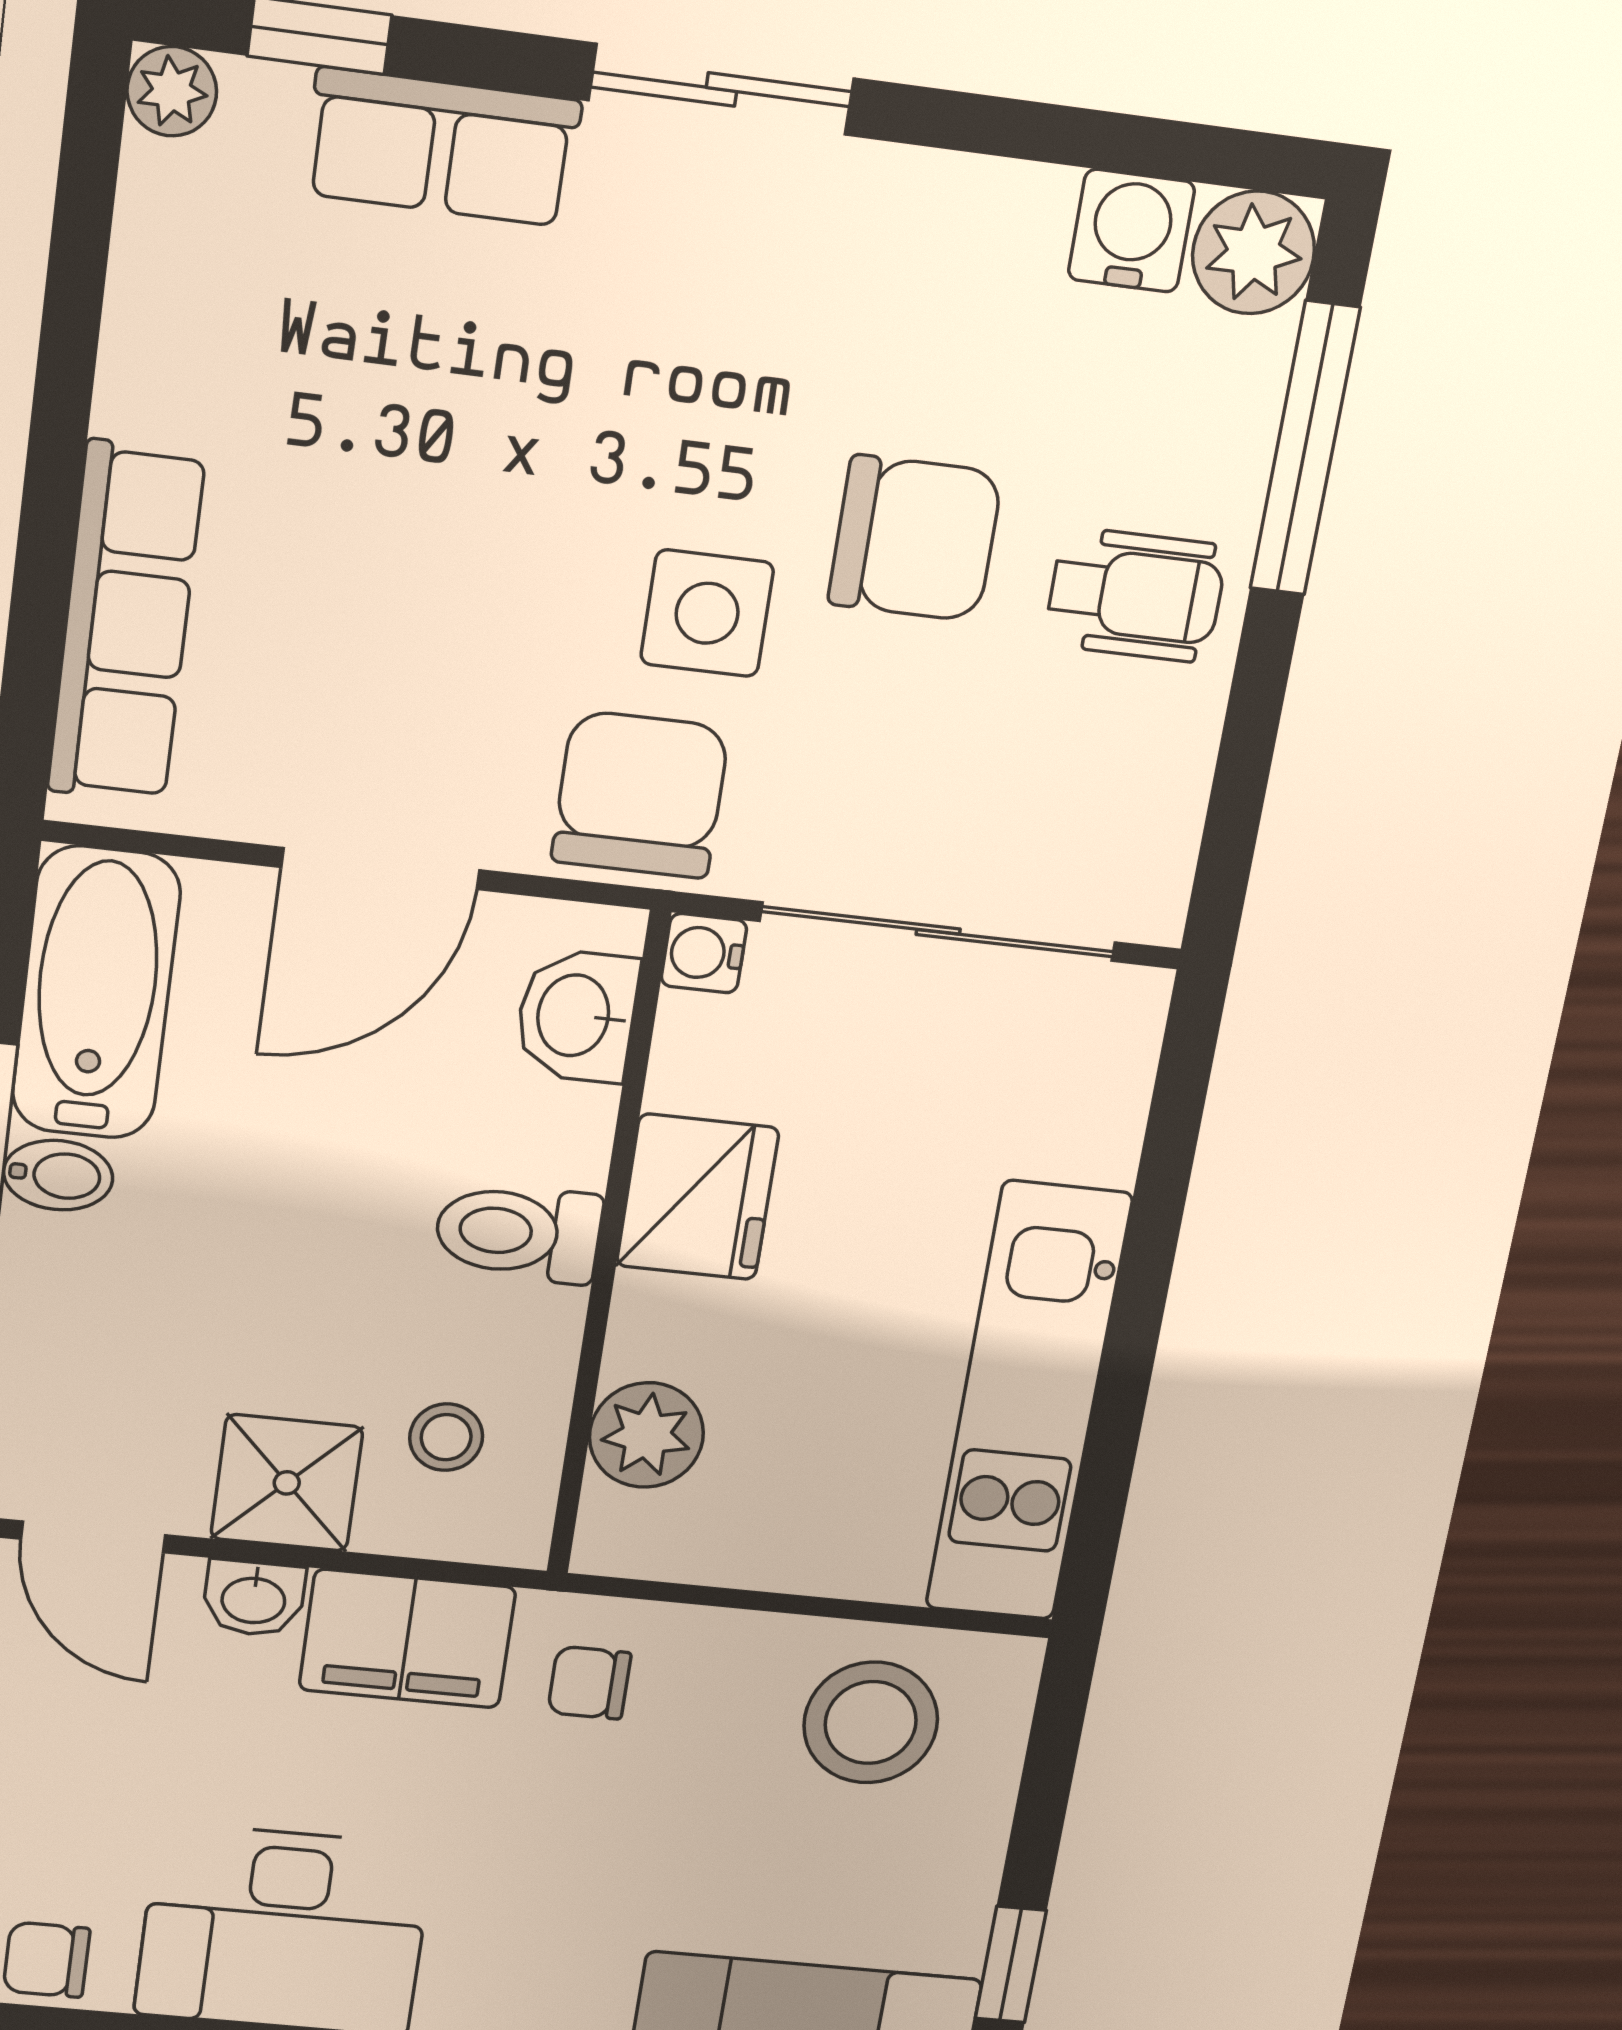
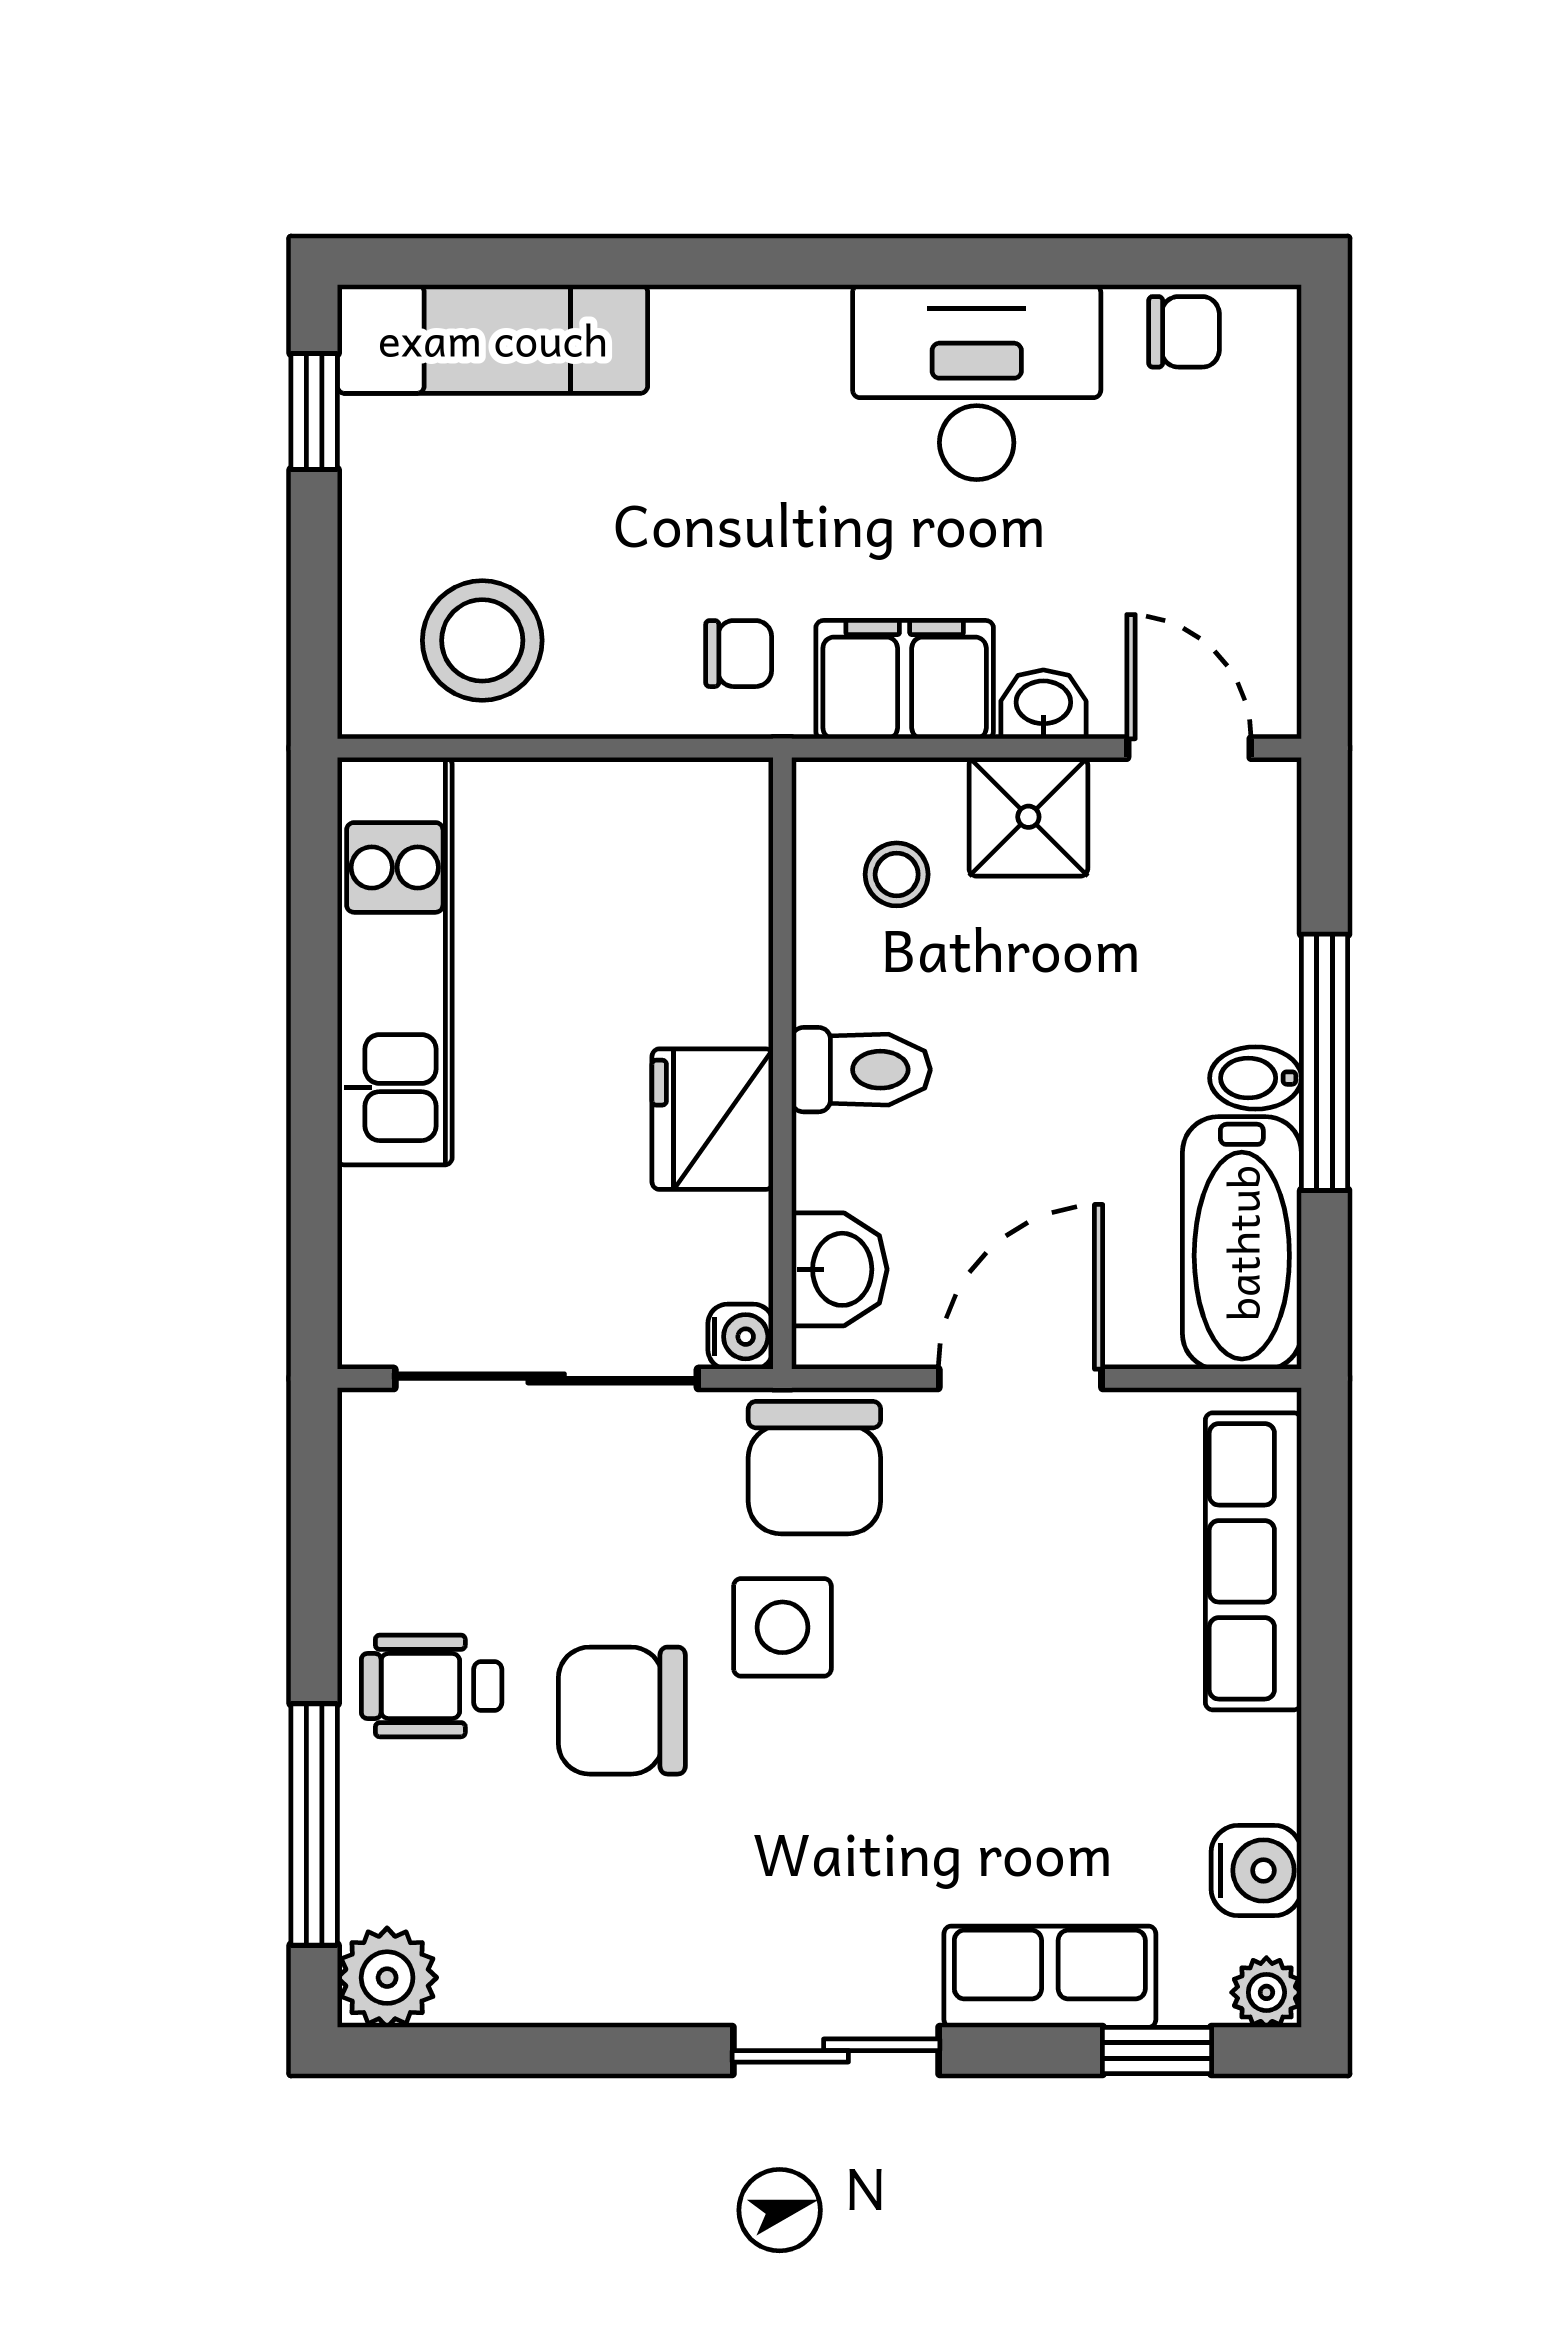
water cooler: (1131, 231) -> (1256, 1870), moved, turned -90
plant: (646, 1435) -> (723, 895), removed

